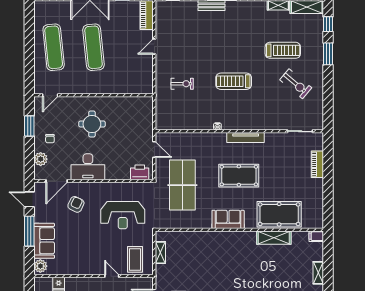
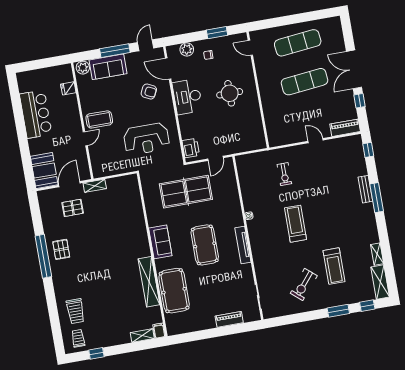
reception desk: (123, 215) -> (146, 139), turned -90
shelving: (274, 238) -> (149, 282), width x1.47
shelving: (160, 253) -> (95, 186), moved
coffee table: (135, 259) -> (99, 119), moved
shelving: (318, 273) -> (142, 336), moved

